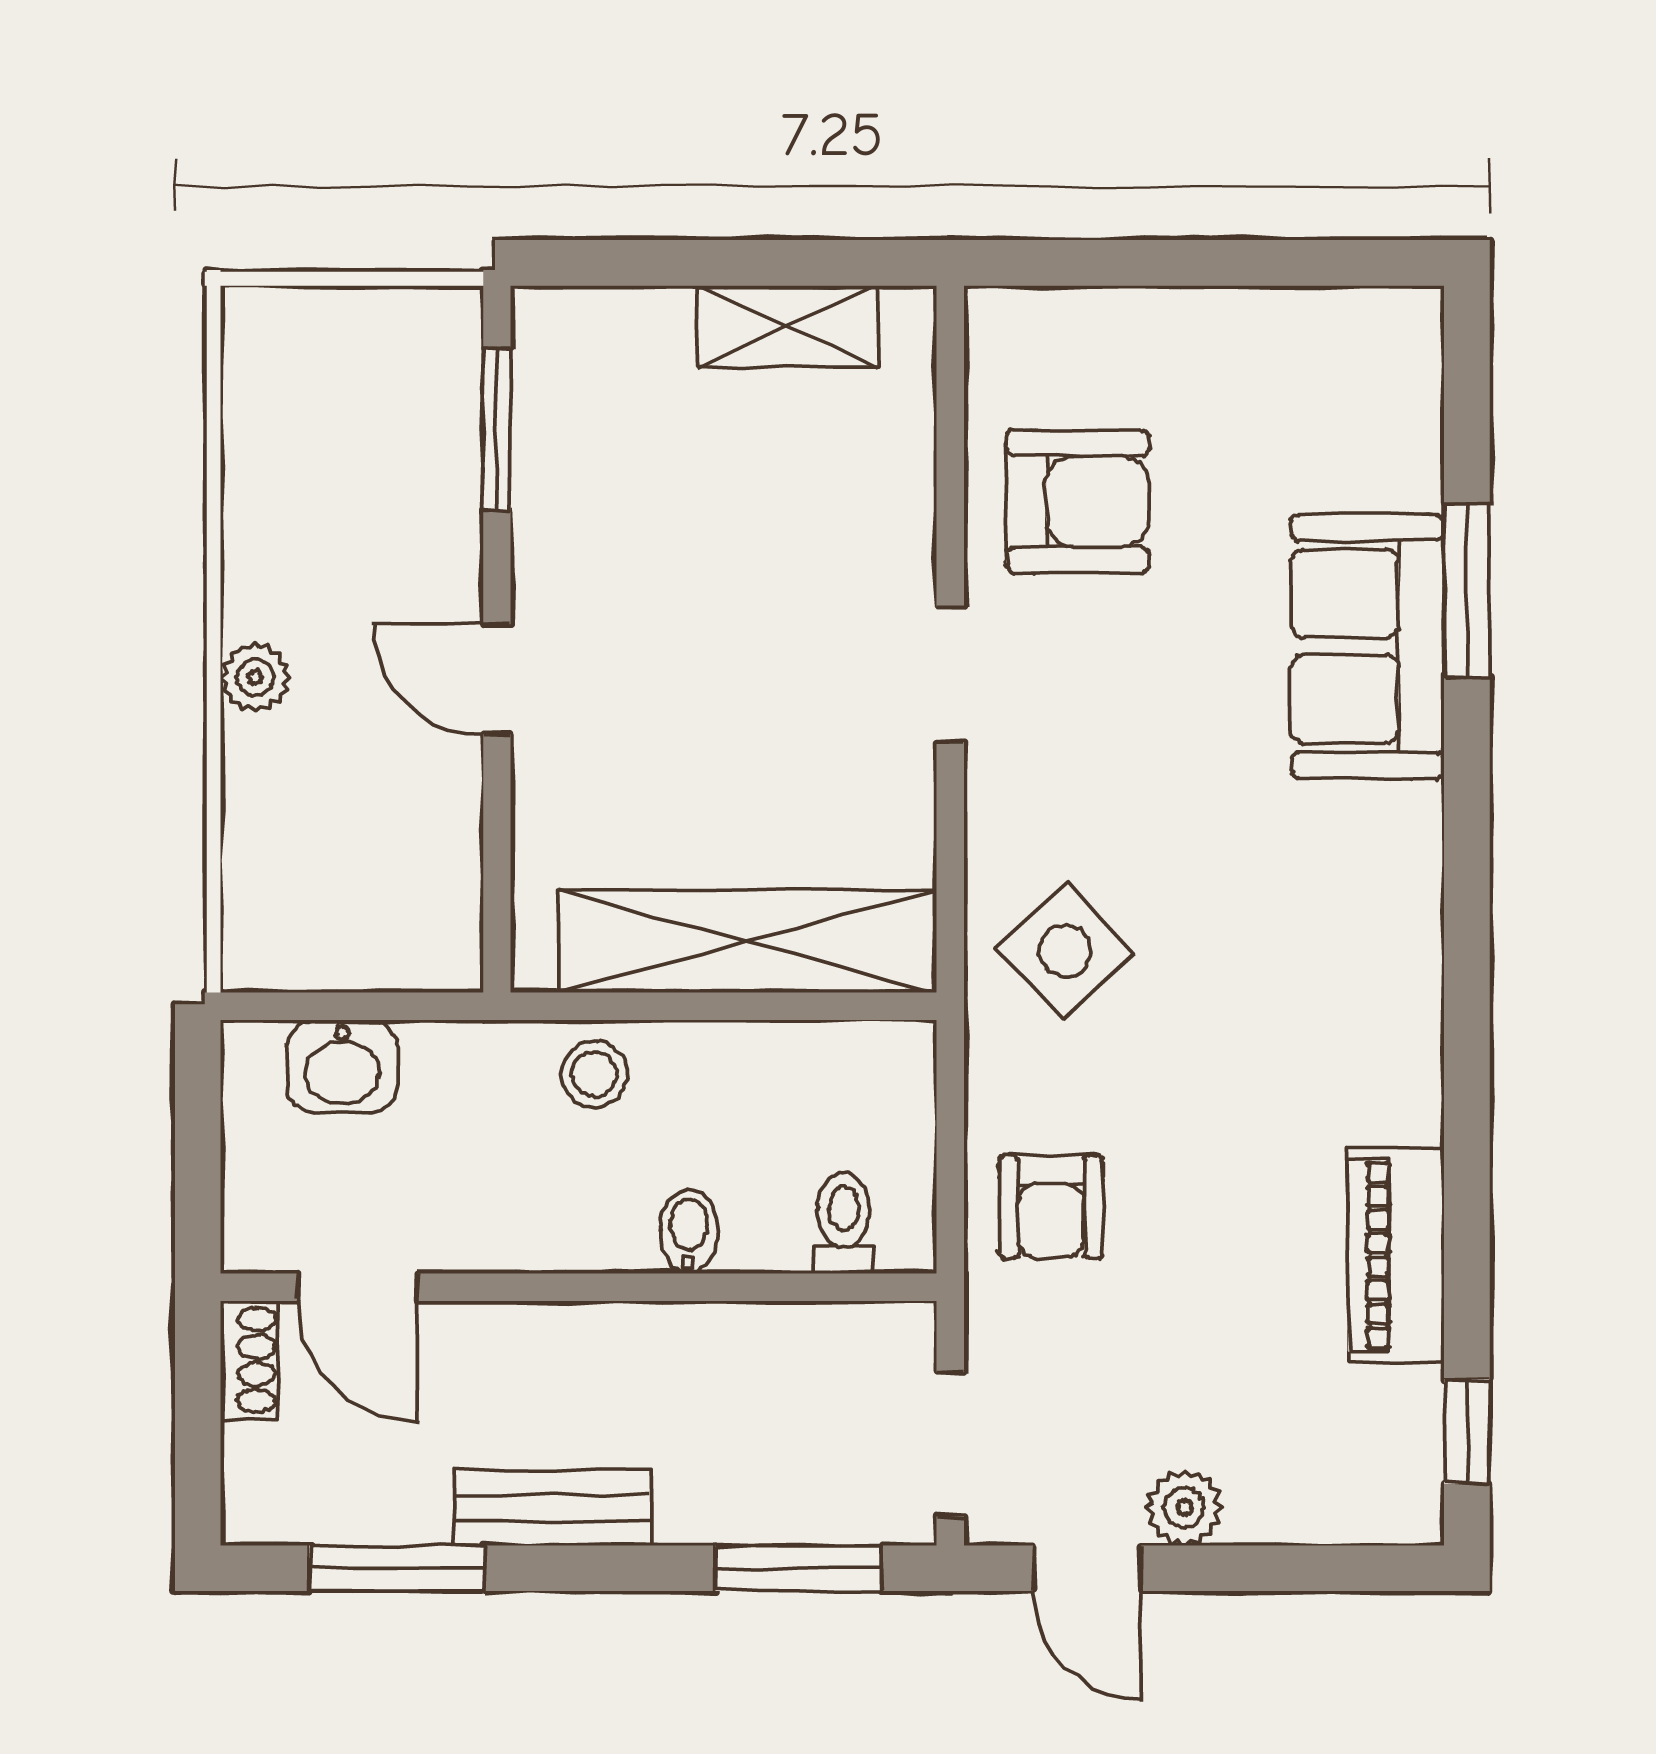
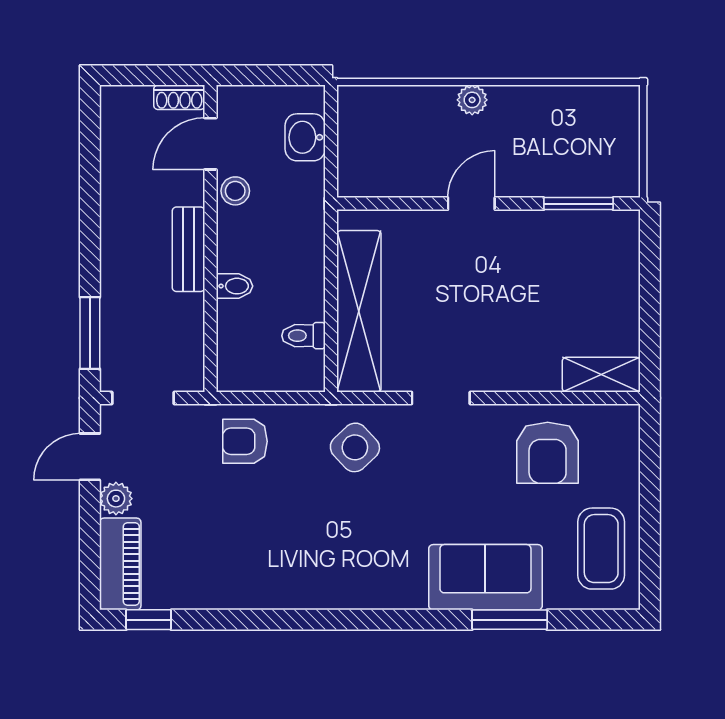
shelving: (787, 326) -> (601, 375), moved, turned 90
coffee table: (1301, 376) -> (601, 549), added
doorway: (950, 675) -> (441, 398), moved
stool: (595, 1074) -> (235, 191), moved
toilet: (844, 1223) -> (303, 336), moved, turned 180
piano: (1396, 1255) -> (120, 564), moved, turned 90
bench: (553, 1508) -> (188, 249), moved
window: (397, 1568) -> (90, 161), removed

